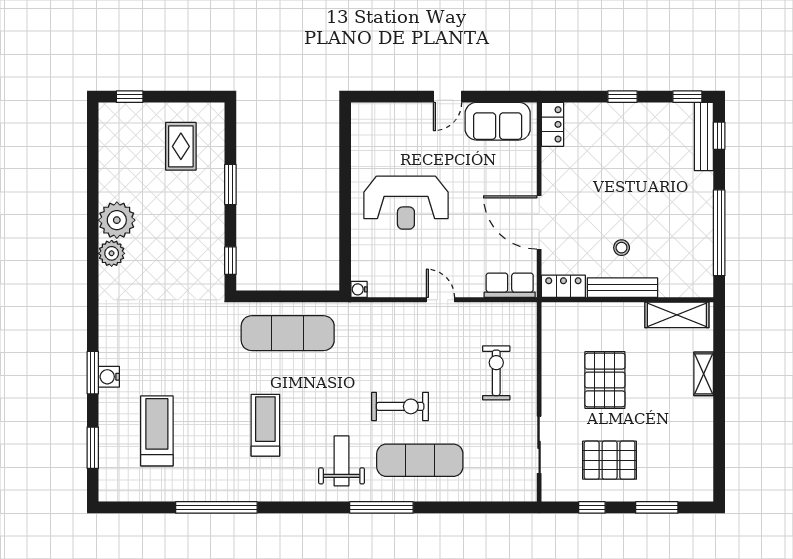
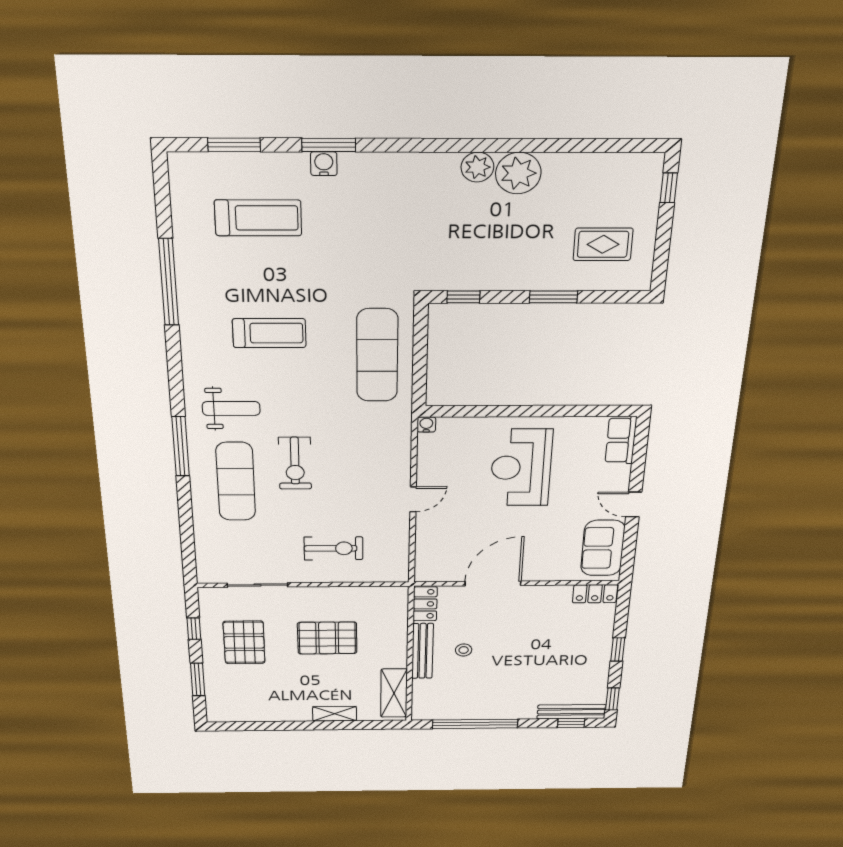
row of seats: (510, 285) -> (621, 440), moved, turned 180

